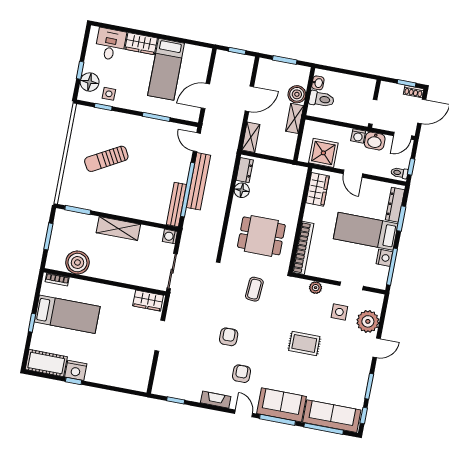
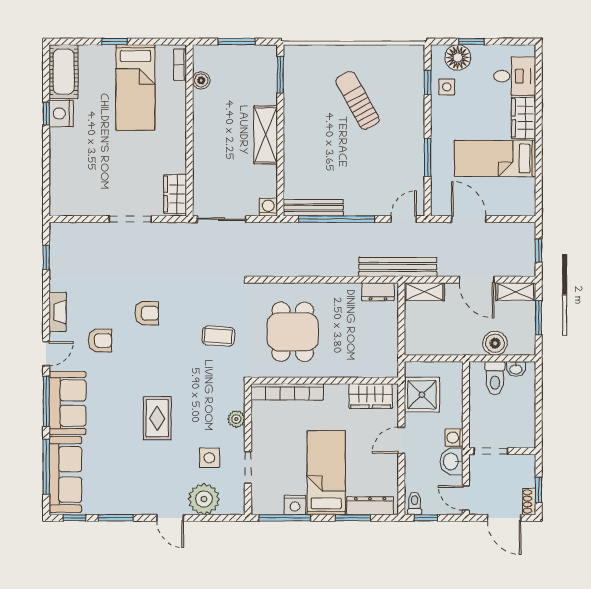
shelving: (295, 118) -> (516, 292), moved
bench: (199, 181) -> (398, 267), moved
floor lamp: (242, 190) -> (350, 293), removed
boiler: (77, 262) -> (201, 80), width x0.54, depth x0.54

